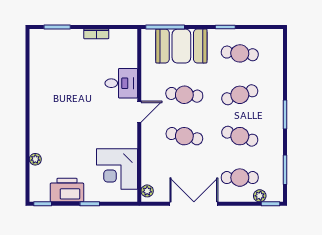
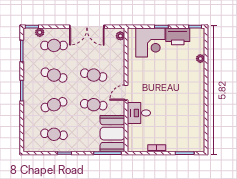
booth: (181, 46) -> (112, 134), moved, turned 90
corner desk: (117, 169) -> (150, 42), moved, turned 90

